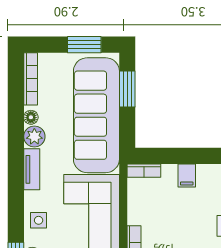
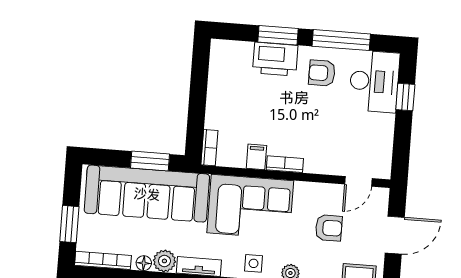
window: (84, 45) -> (69, 224), moved
window: (127, 89) -> (150, 161), moved
filing cabinet: (187, 175) -> (256, 157), moved, turned -90

